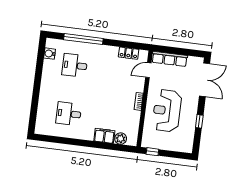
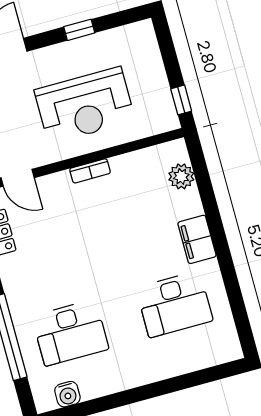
desk: (75, 65) -> (70, 333), width x1.37
desk: (69, 114) -> (174, 304), width x1.37
filing cabinet: (104, 136) -> (197, 239), moved

